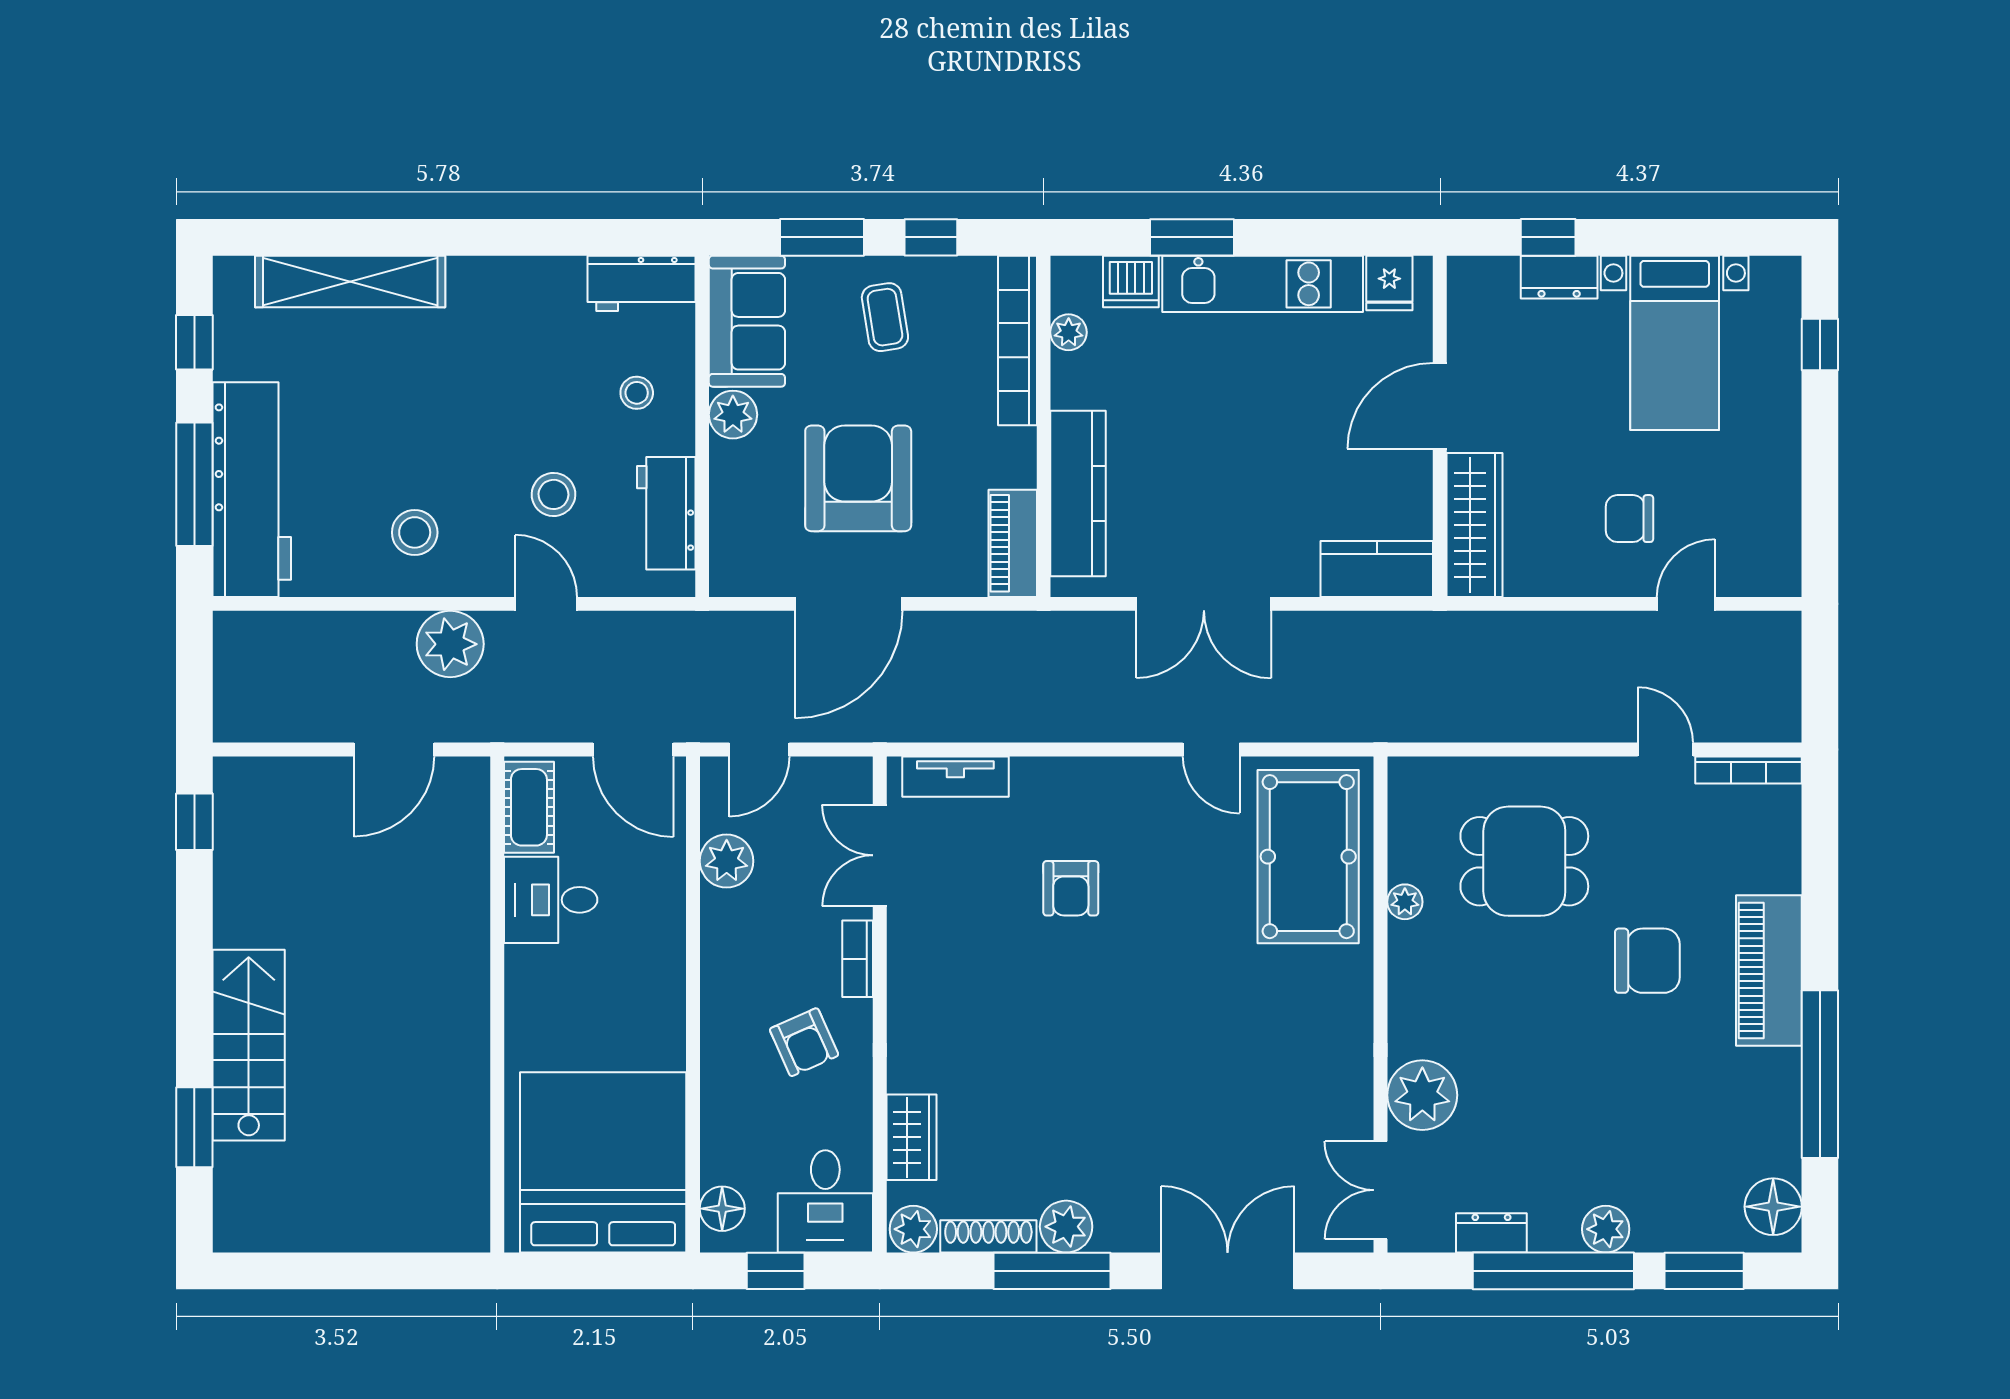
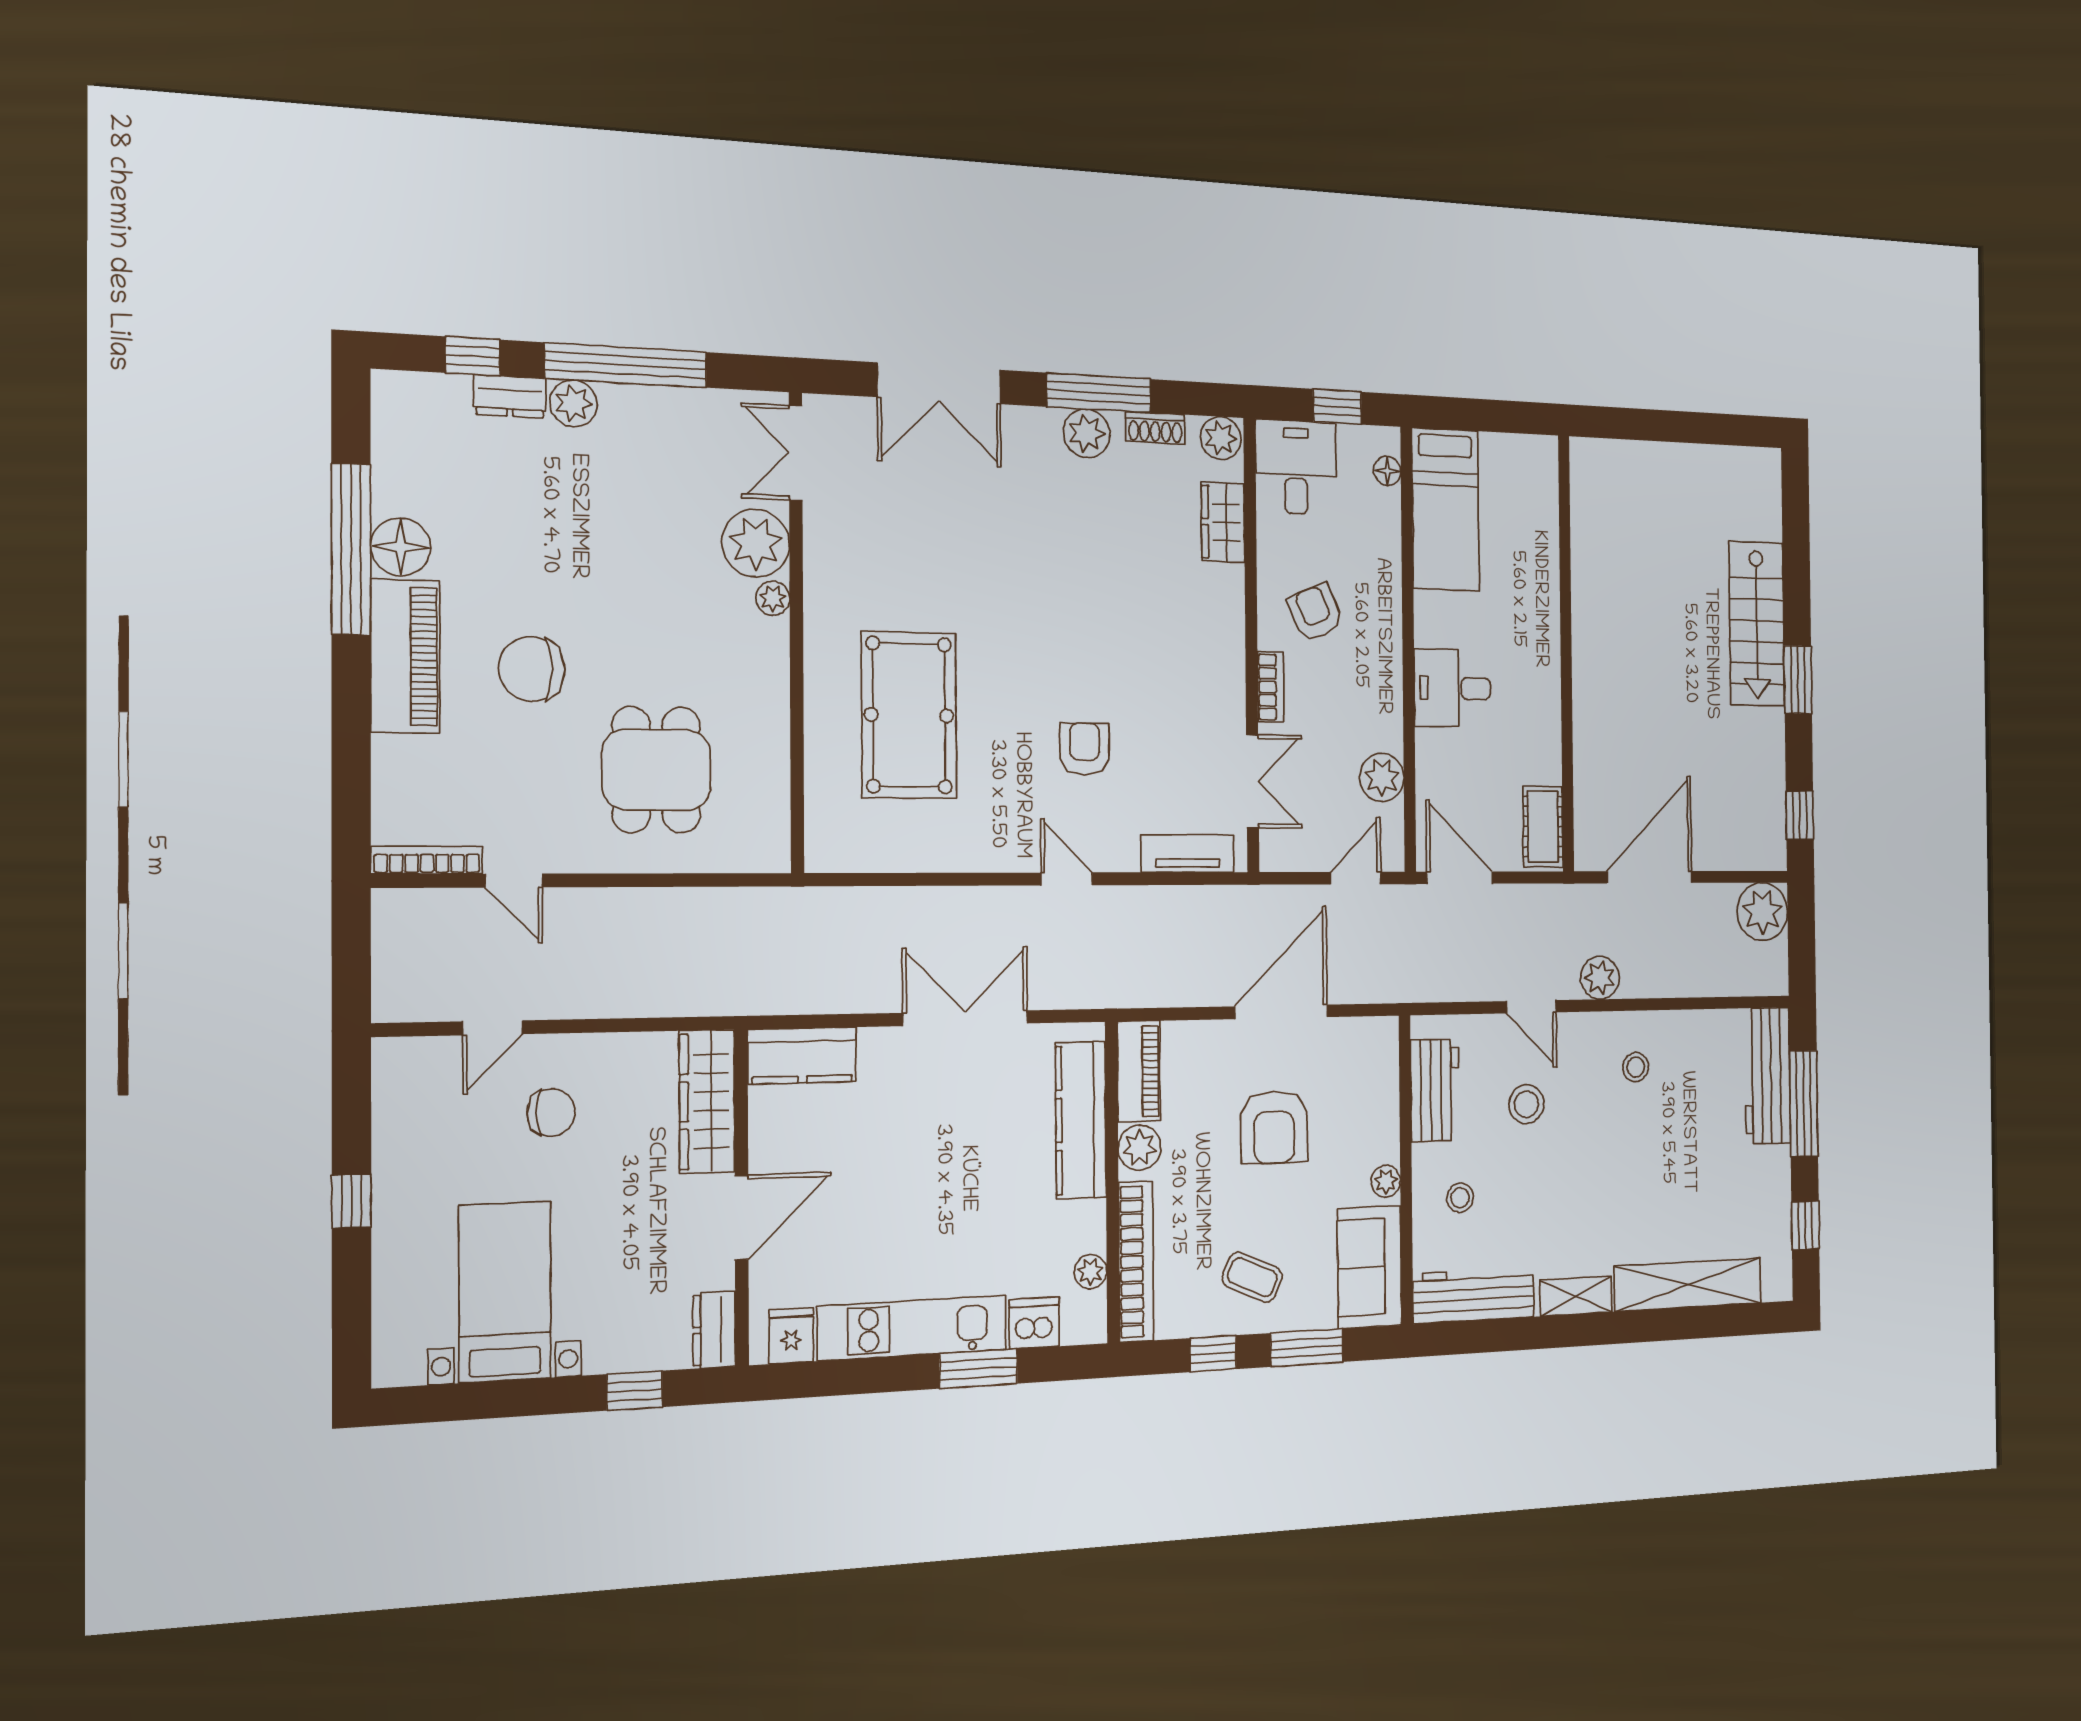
shelving: (494, 276) -> (1576, 1296), added
dresser: (1559, 277) -> (714, 1330), moved, turned -90
workbench: (642, 283) -> (1474, 1296), width x1.38
coffee table: (885, 317) -> (1252, 1277), turned -57
window: (1820, 344) -> (352, 1201), moved
plant: (733, 415) -> (1386, 1181), width x0.73, depth x0.73
plant: (1013, 462) -> (1140, 1148), added
armchair: (858, 478) -> (1274, 1127), width x0.73, depth x0.73
workbench: (252, 490) -> (1768, 1076), width x0.73, depth x0.76
stool: (415, 532) -> (1636, 1067), width x0.73, depth x0.73
plant: (450, 644) -> (1600, 978), width x0.73, depth x0.73
plant: (246, 709) -> (1762, 912), added
door: (394, 750) -> (1649, 877), width x1.36
door: (1211, 750) -> (1067, 879), moved
pool table: (1308, 857) -> (909, 715), moved
dining table: (1524, 861) -> (656, 770), turned 90
desk: (551, 900) -> (1452, 688), moved, turned 180
plant: (1405, 902) -> (773, 598), moved
window: (194, 1127) -> (1798, 680), moved
bed: (603, 1162) -> (1446, 509), width x0.49
double door: (1381, 1190) -> (796, 453), swing flipped
floor lamp: (1773, 1207) -> (401, 547), moved
floor lamp: (722, 1209) -> (1387, 471), width x0.73, depth x0.73
dresser: (1491, 1233) -> (510, 396), moved
shoe rack: (988, 1236) -> (1155, 428), width x0.70
window: (1704, 1271) -> (473, 356), width x0.67

